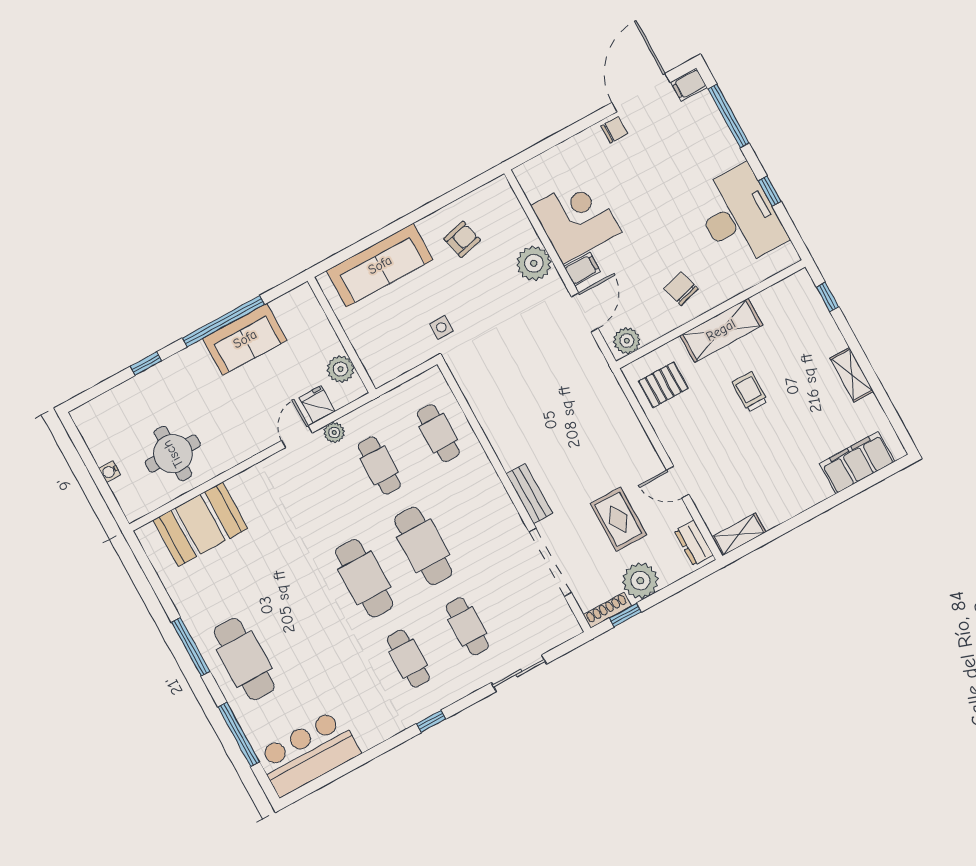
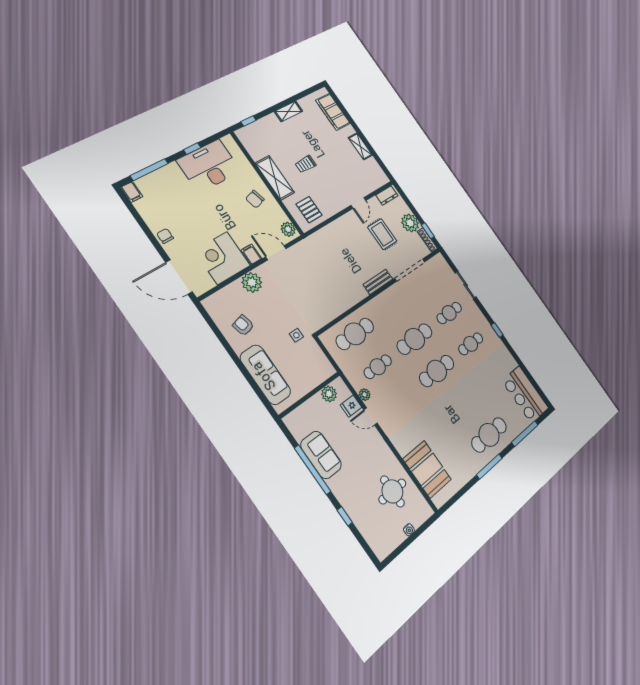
door: (641, 93) -> (179, 277), moved
cafe table: (438, 433) -> (355, 334), width x1.37, depth x1.35
rug: (618, 519) -> (382, 234), turned 90
shelving: (739, 534) -> (360, 146), moved

